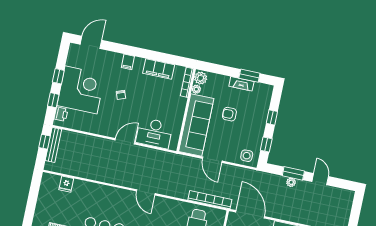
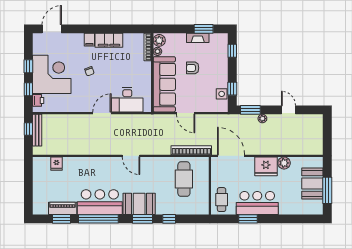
filing cabinet: (159, 69) -> (109, 40), moved
window: (272, 117) -> (232, 51), moved
side table: (247, 156) -> (222, 94), moved
window: (293, 173) -> (250, 110), moved

